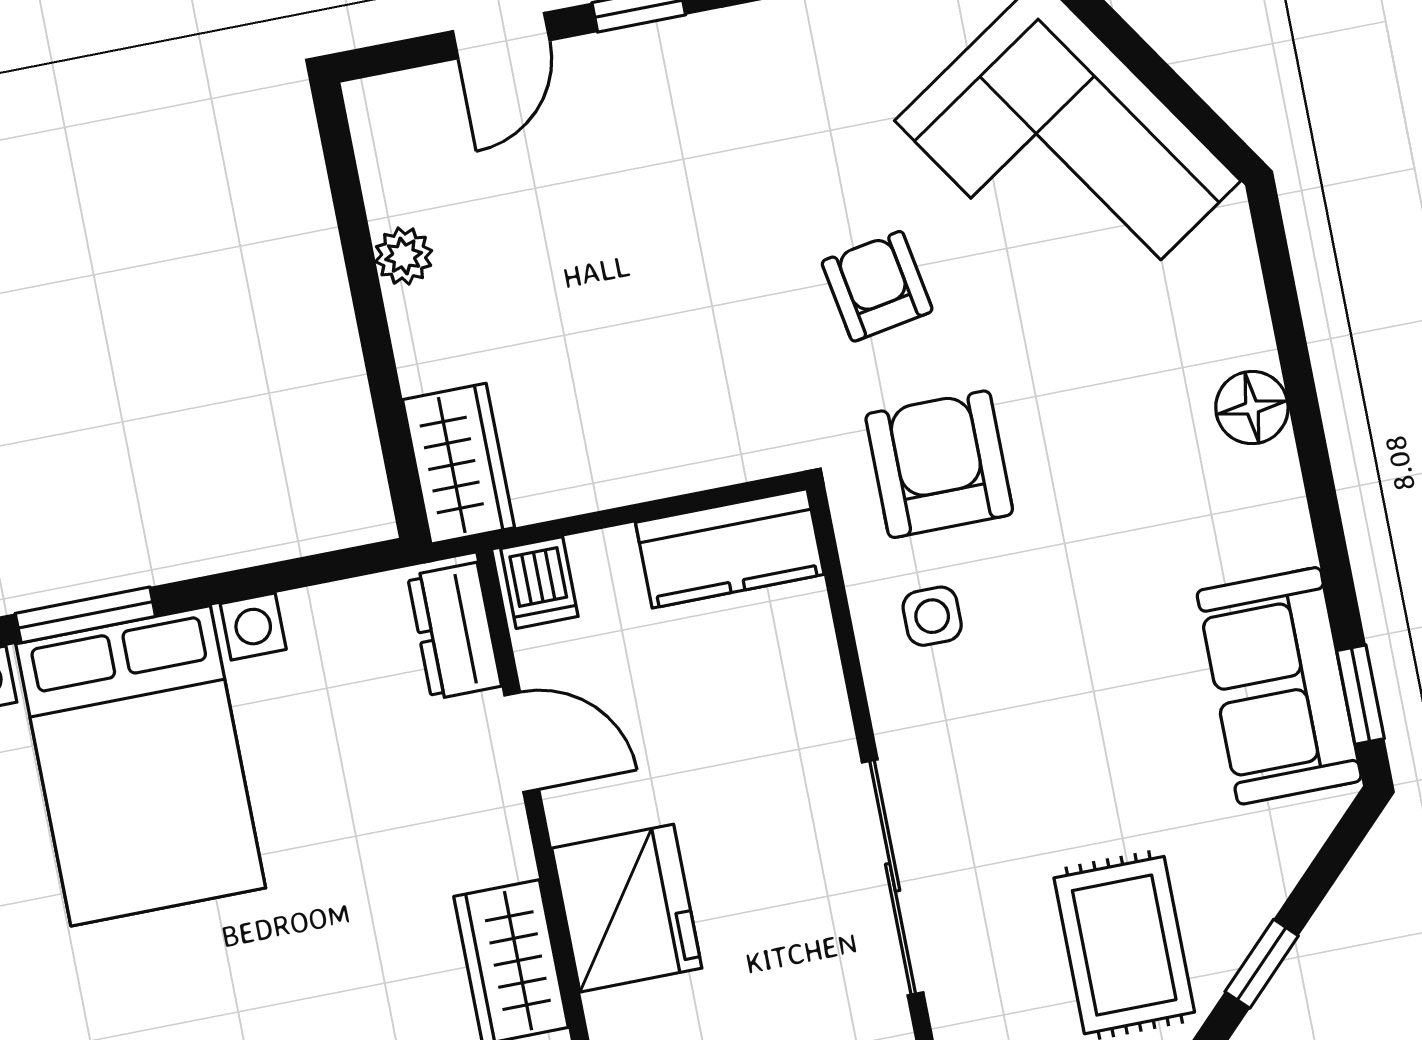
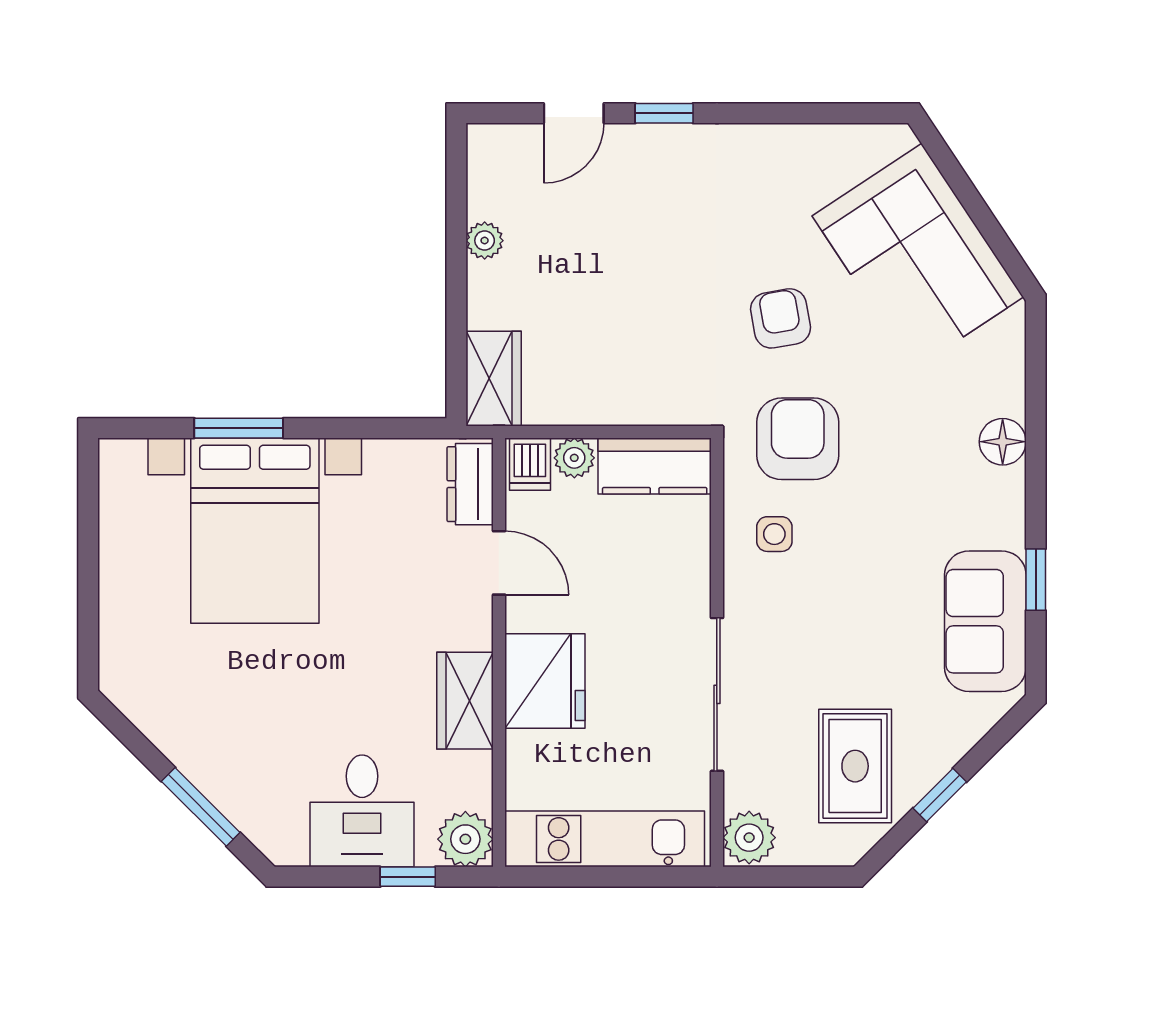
plant: (605, 560) -> (574, 458), added
window: (1360, 695) -> (1036, 580), moved

